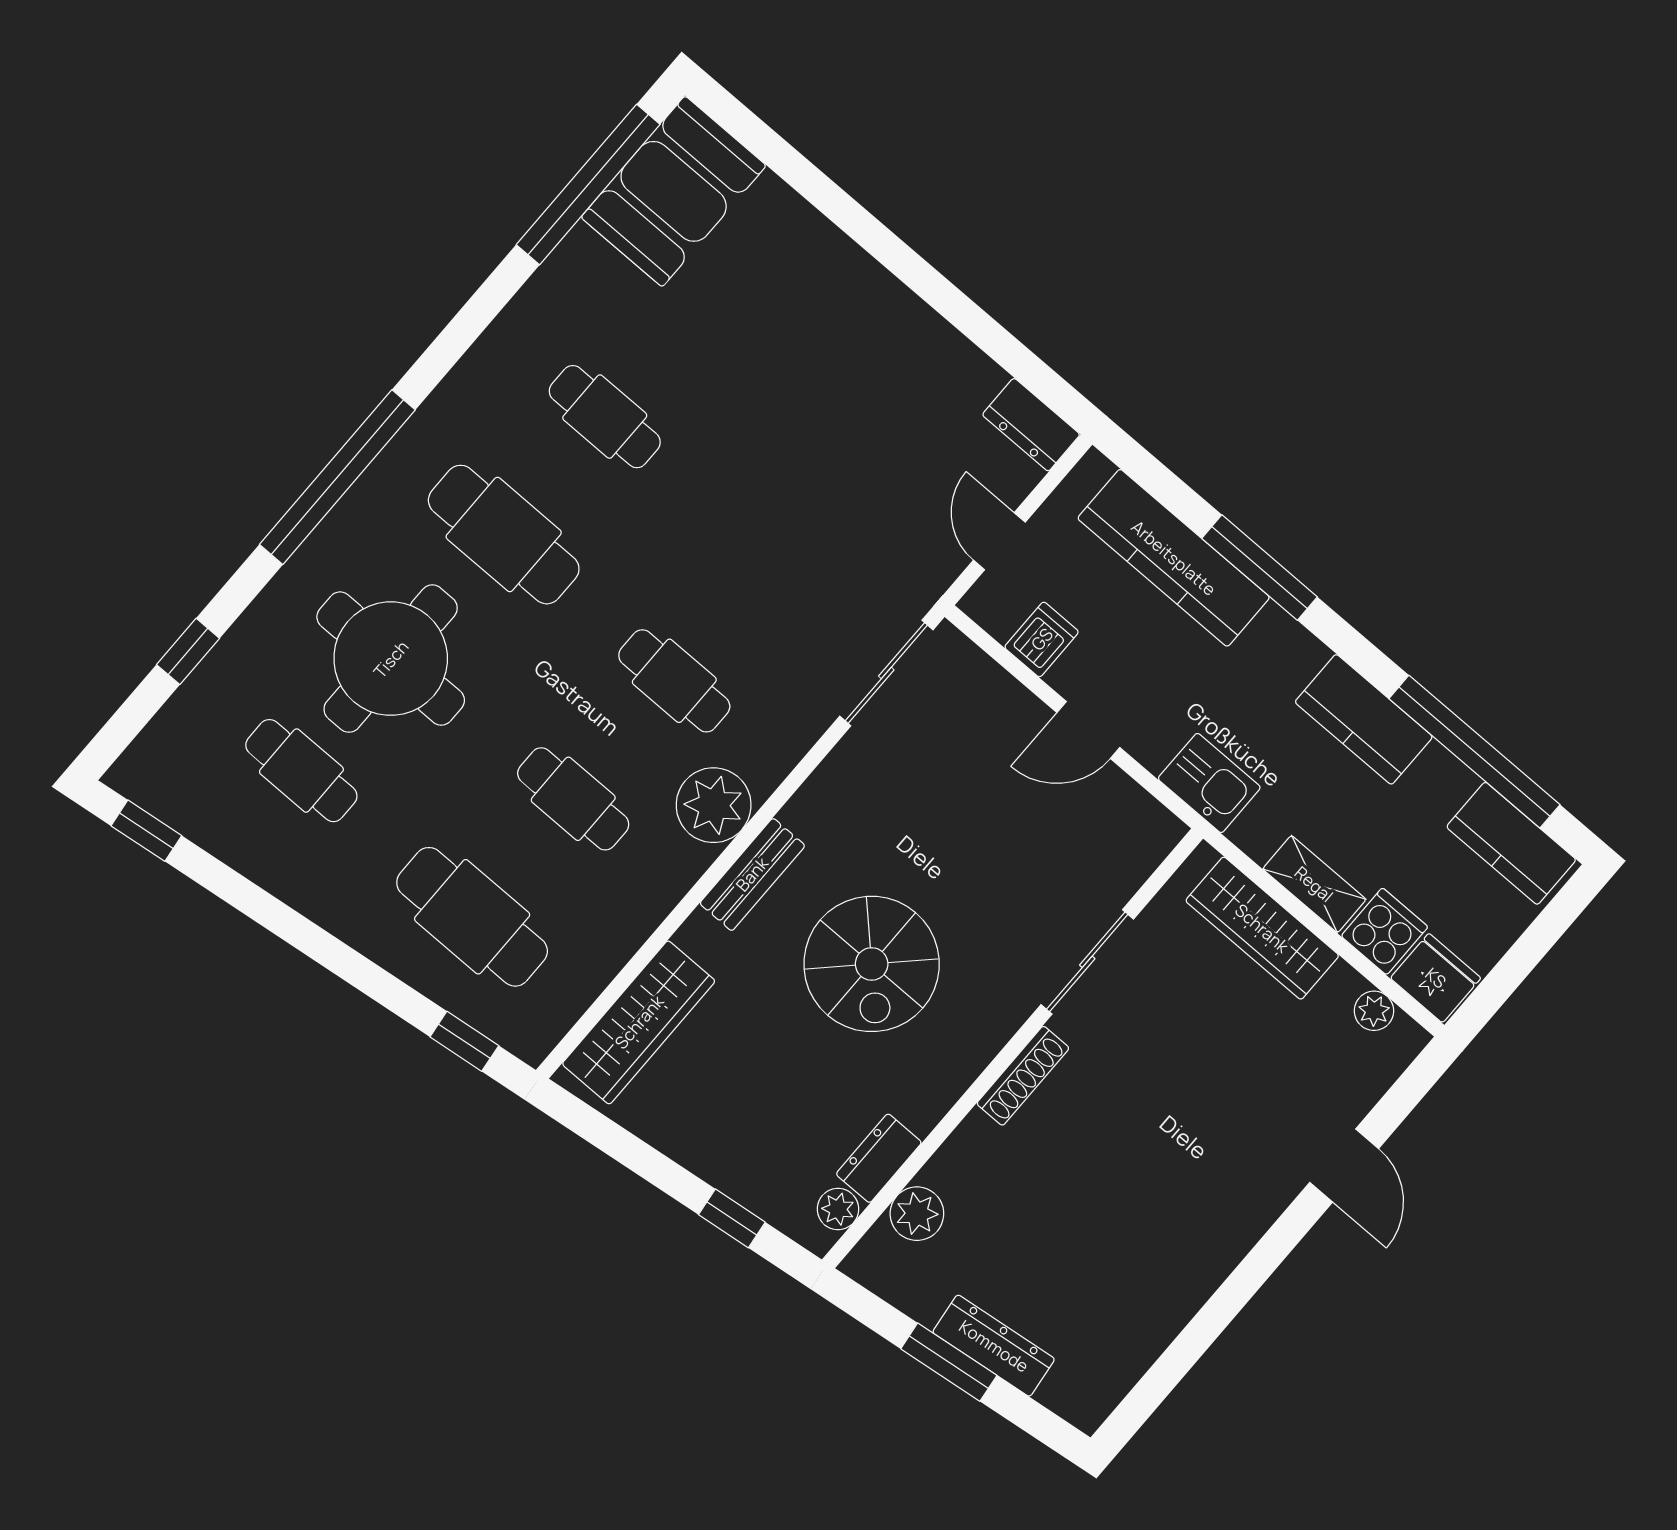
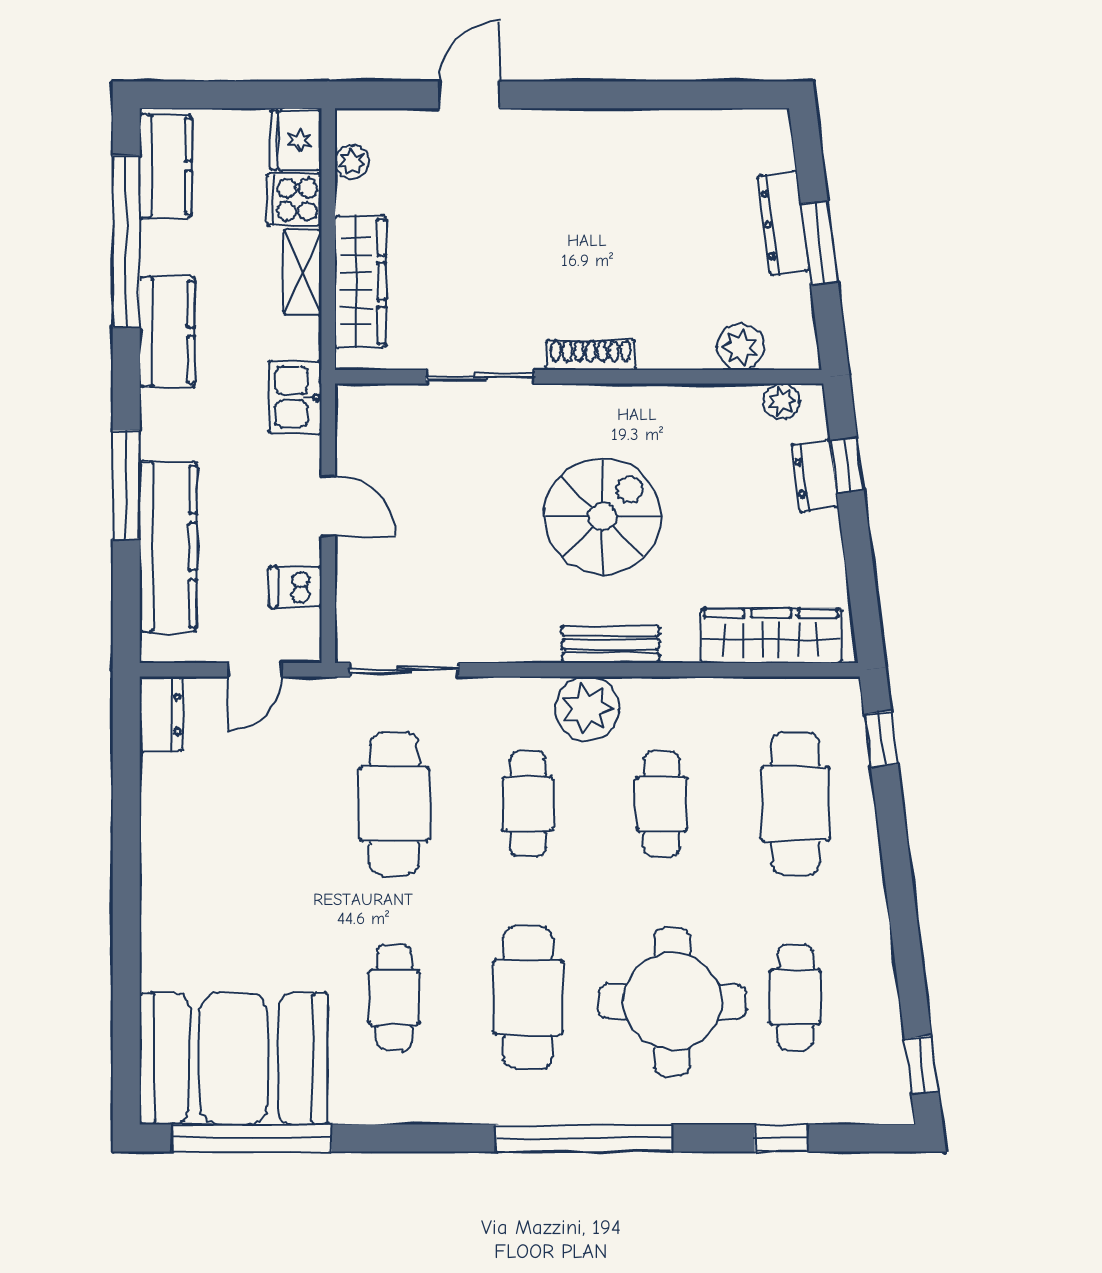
booth: (674, 191) -> (234, 1059), width x1.36, depth x1.42
cafe table: (775, 563) -> (394, 804), added
dresser: (879, 1158) -> (815, 476), moved, turned 83

